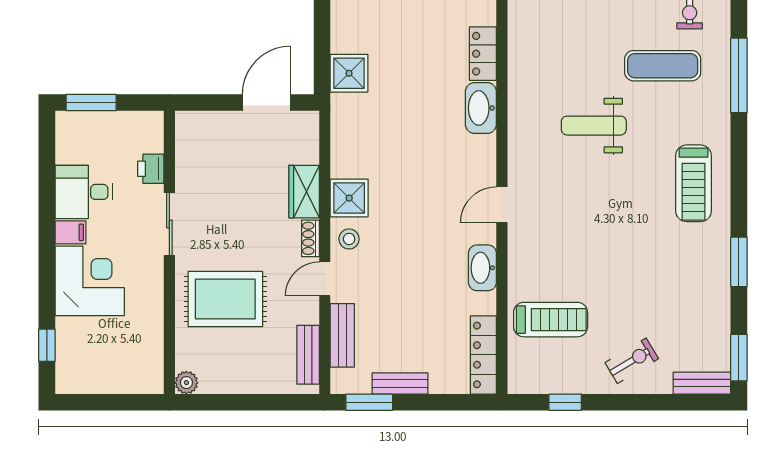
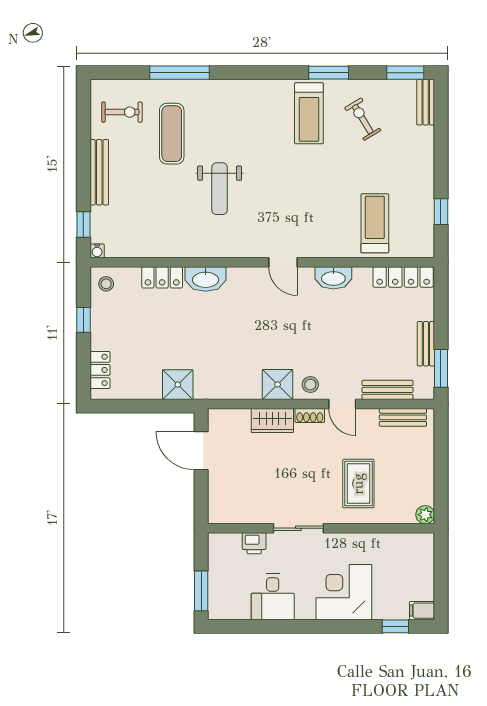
treadmill: (693, 183) -> (309, 113), moved, turned 90
filing cabinet: (70, 232) -> (422, 611), moved, turned -90
rug: (225, 299) -> (358, 484), width x0.73, depth x0.70
exercise bike: (632, 361) -> (363, 119), moved

